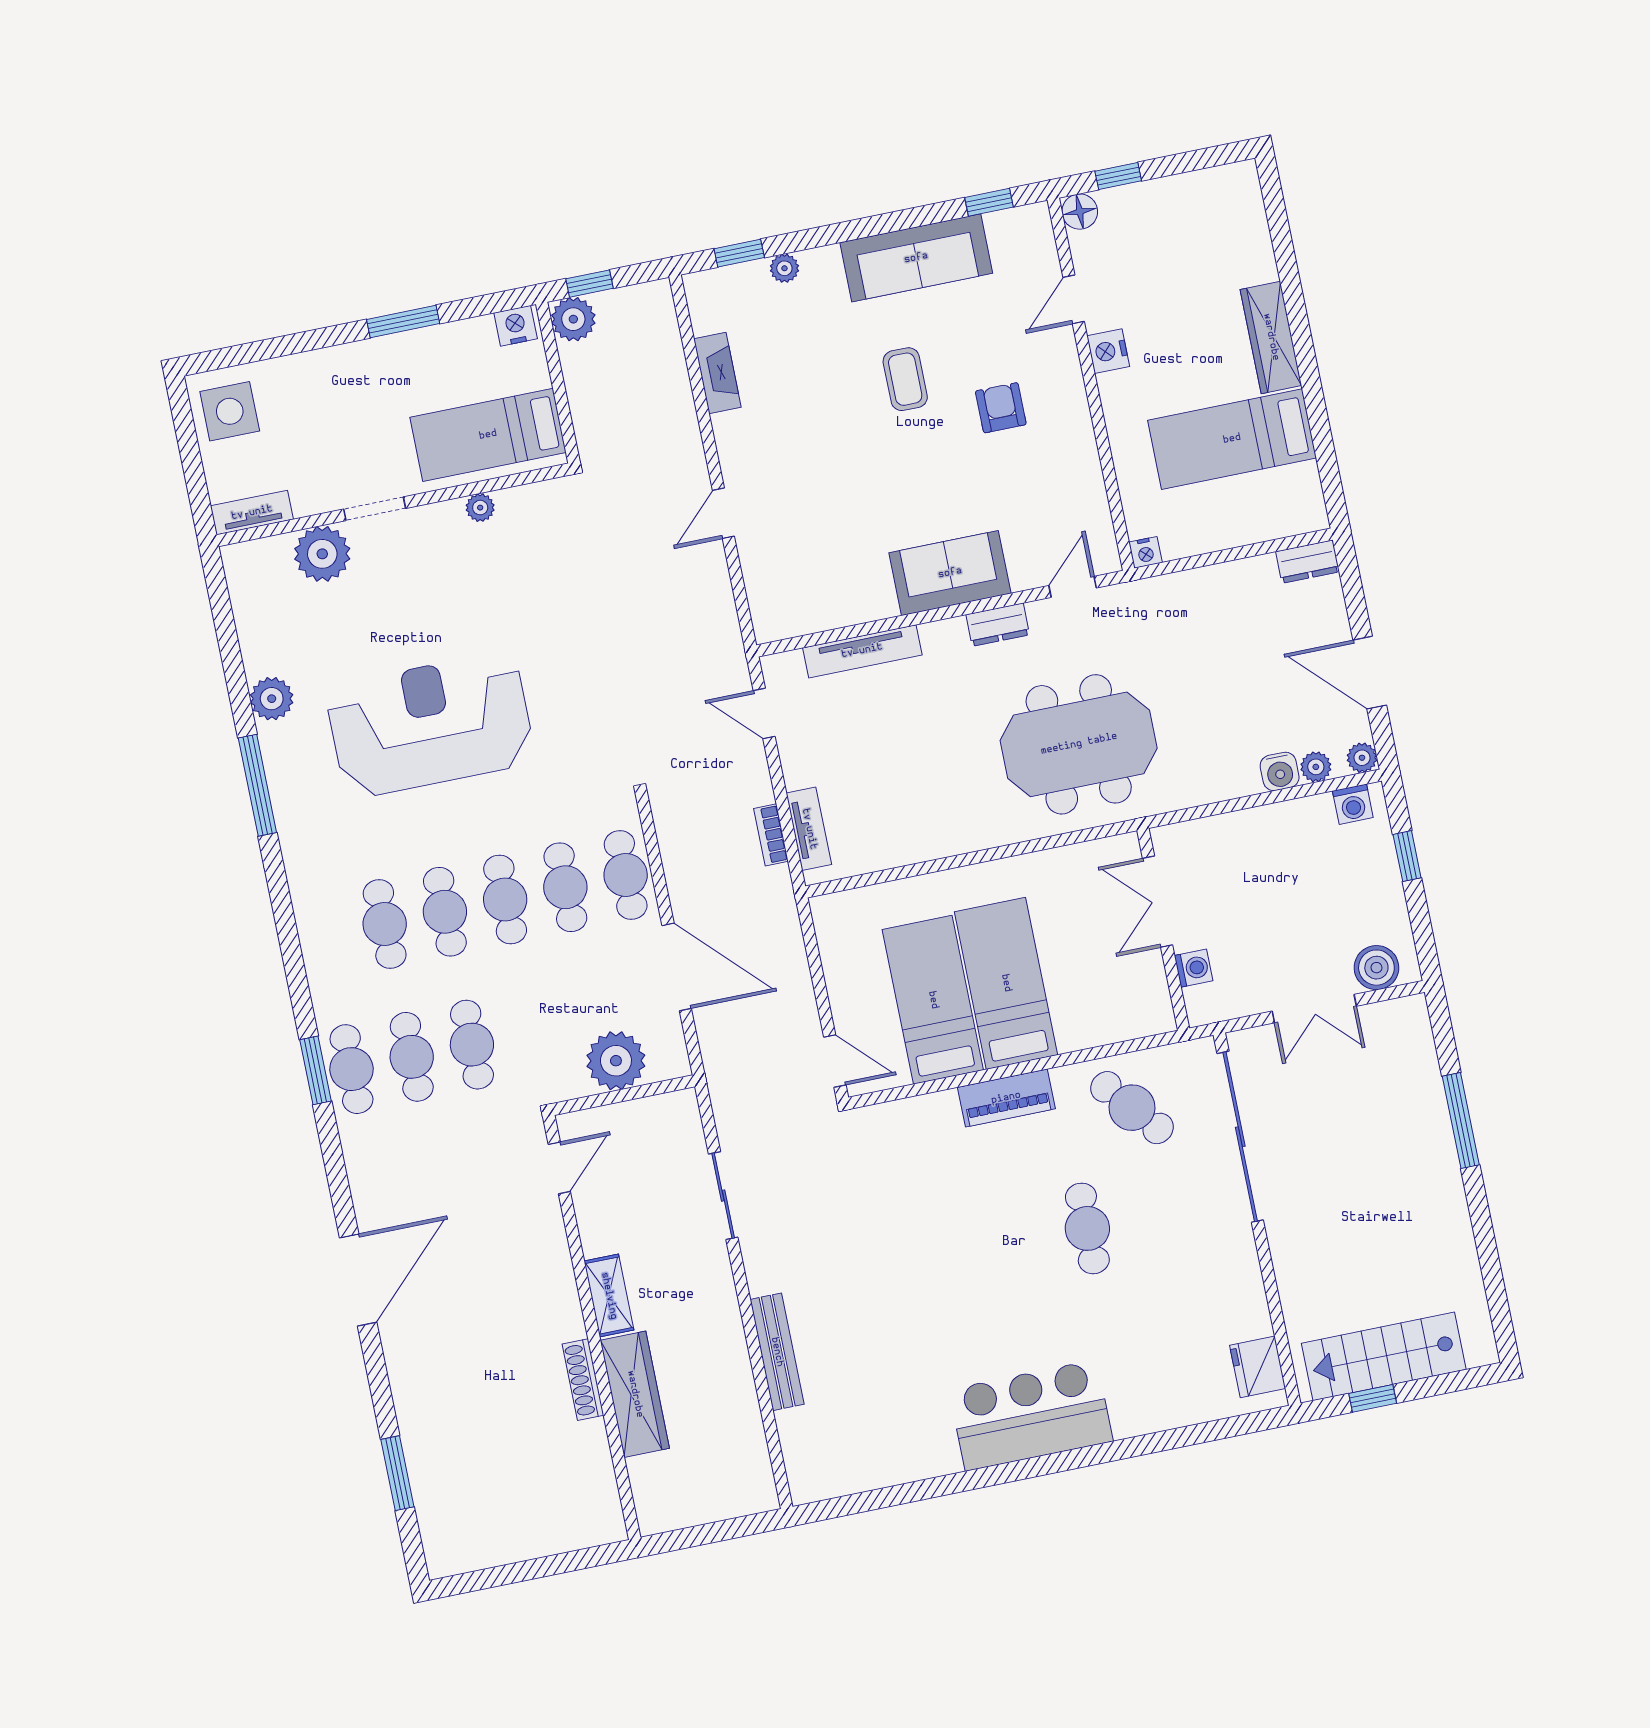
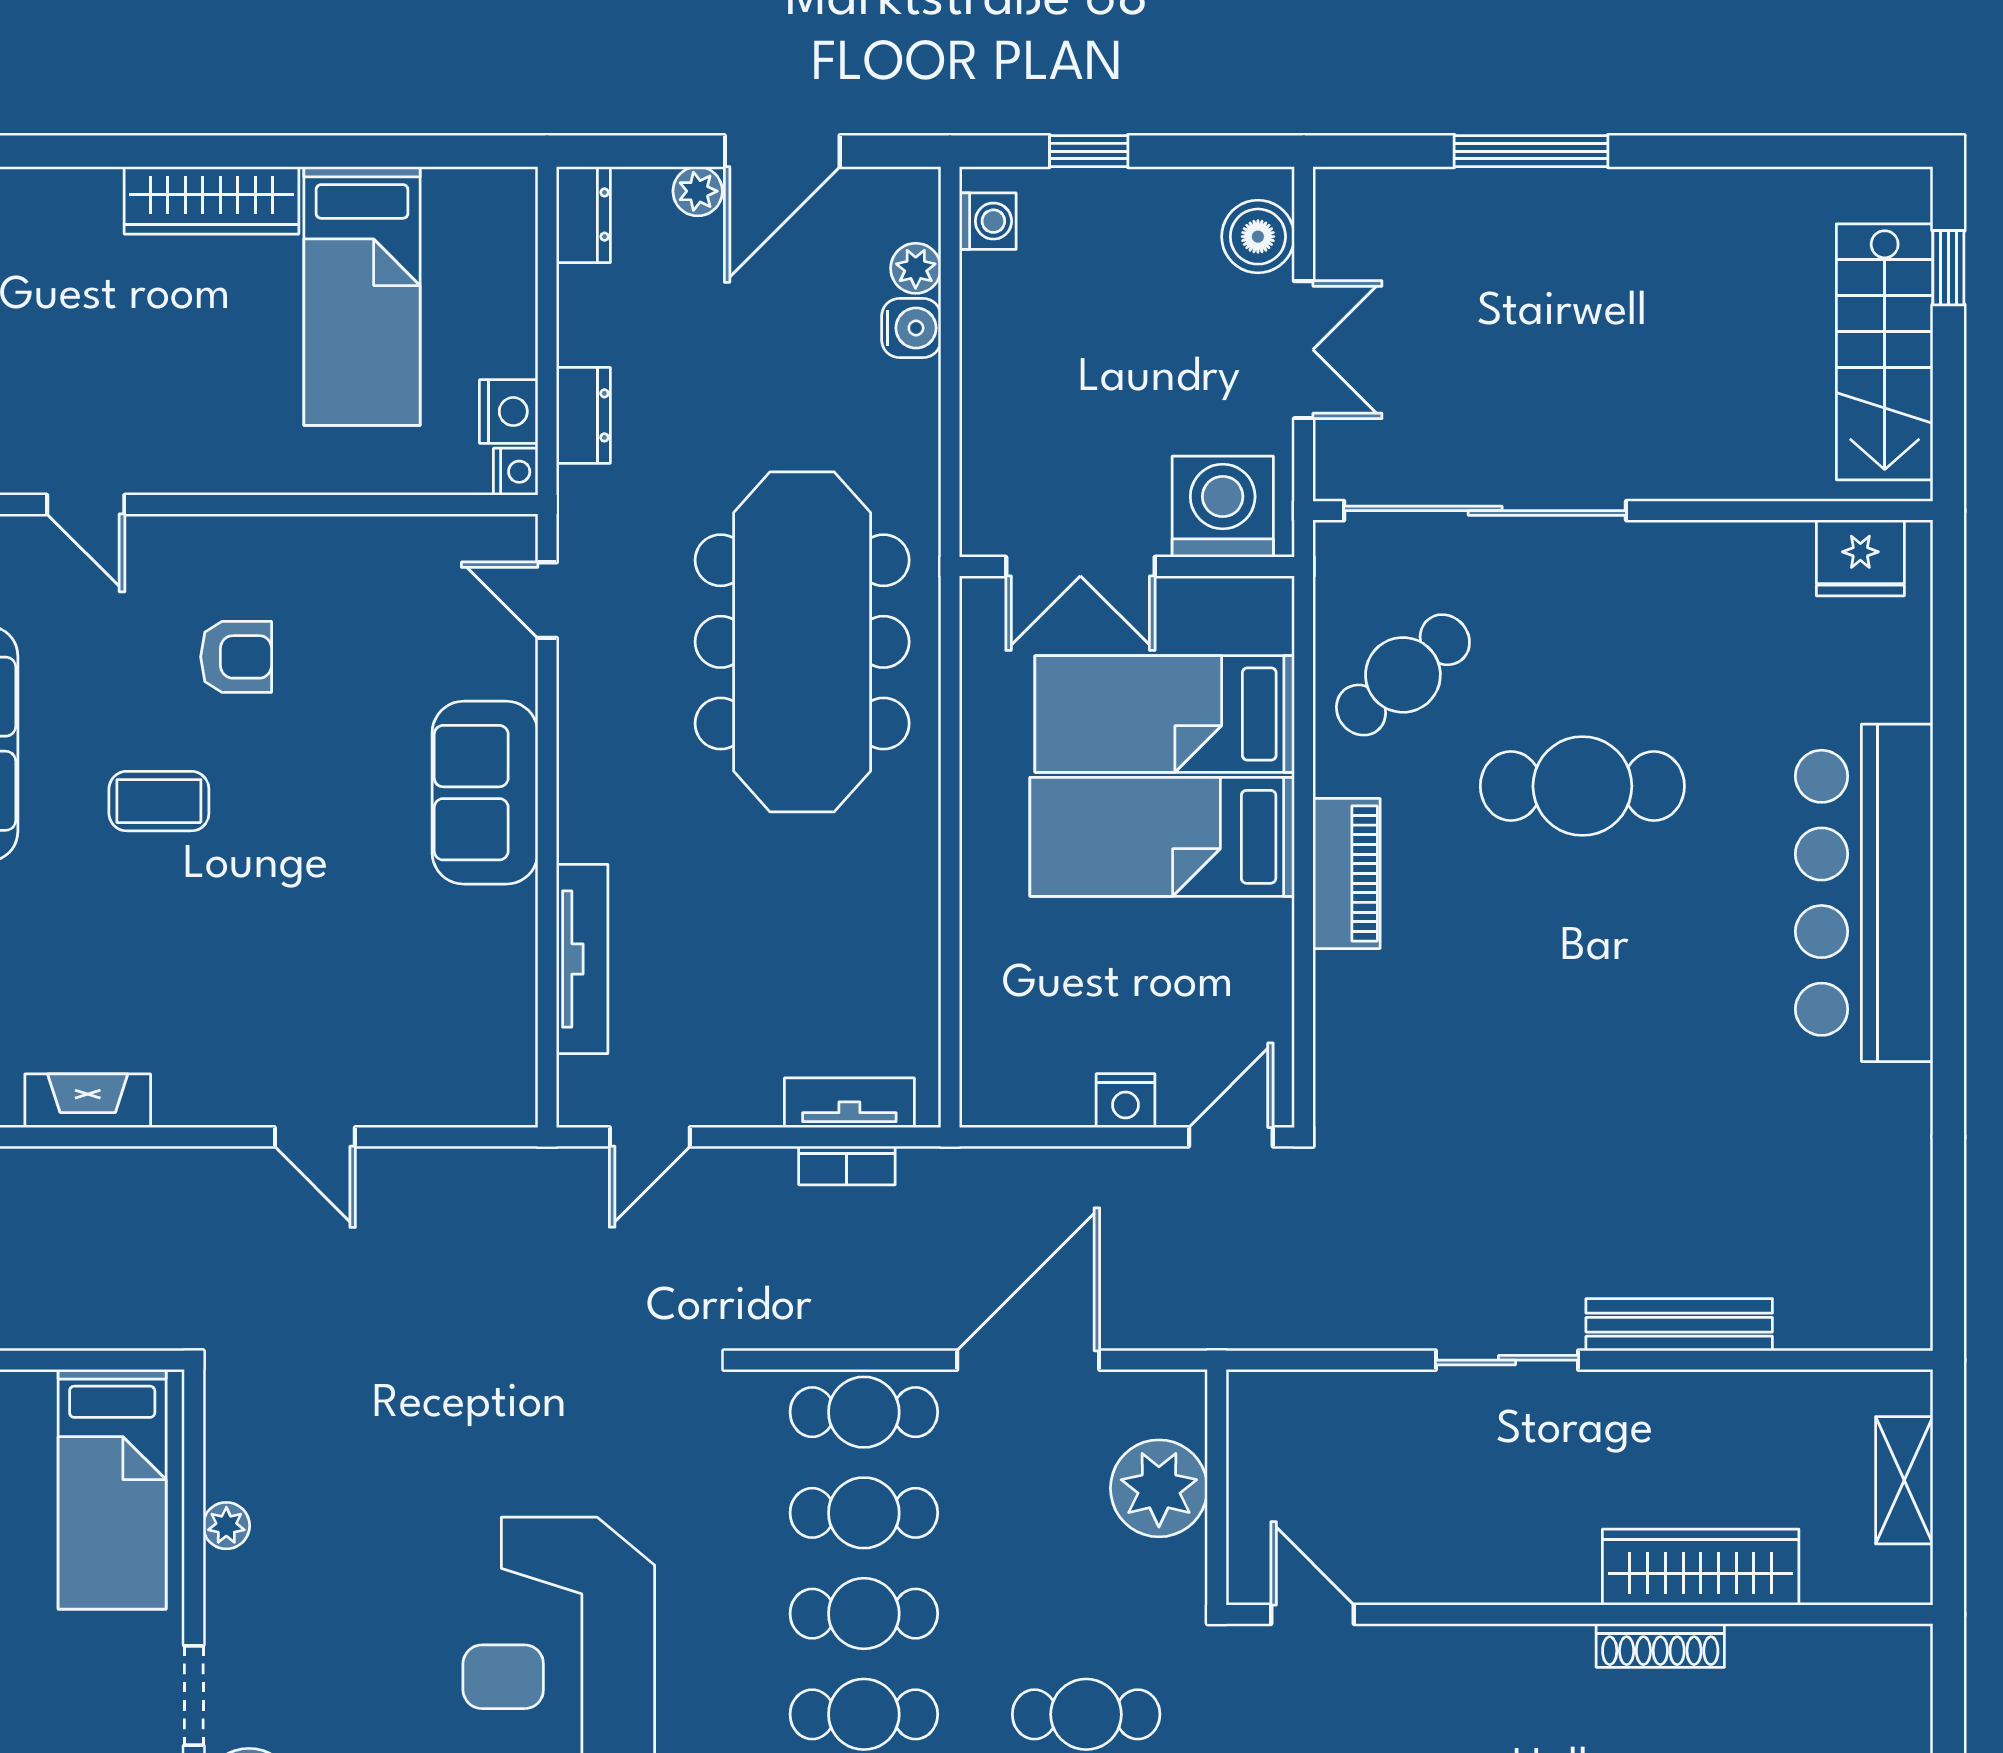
nightstand: (1108, 351) -> (509, 412), moved, turned -90
armchair: (1001, 408) -> (236, 657), turned 180
dresser: (998, 625) -> (583, 415), moved
meeting table: (1079, 744) -> (802, 642), width x1.36
plant: (1362, 758) -> (698, 191), moved
washing machine: (1194, 968) -> (1223, 507), width x1.89, depth x1.89
nightstand: (844, 994) -> (1125, 1101), added
bed: (933, 1000) -> (1165, 714), moved
sliding door: (723, 1196) -> (1507, 1360), moved
cafe table: (1087, 1228) -> (1582, 786), width x1.37, depth x1.35
shelving: (609, 1296) -> (1904, 1480), moved, turned 90
window: (1373, 1398) -> (1948, 268), moved
bar counter: (1031, 1415) -> (1864, 893), width x1.36

